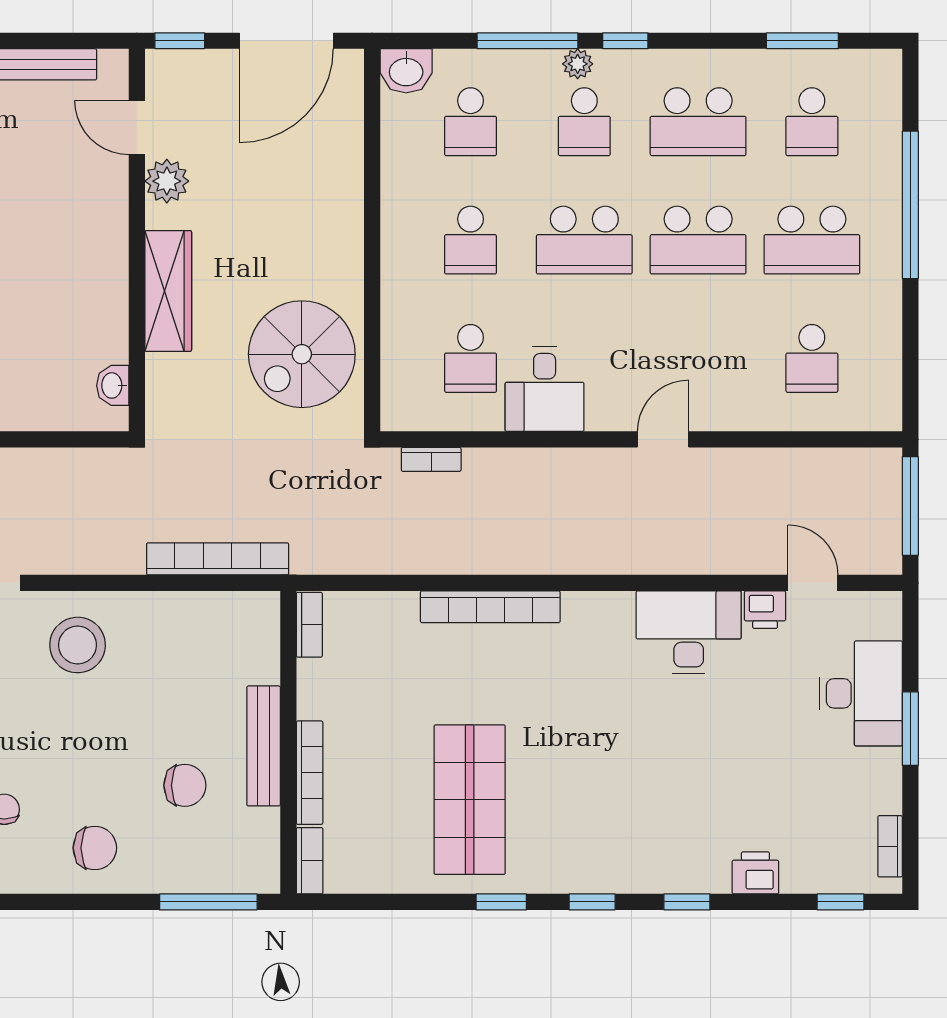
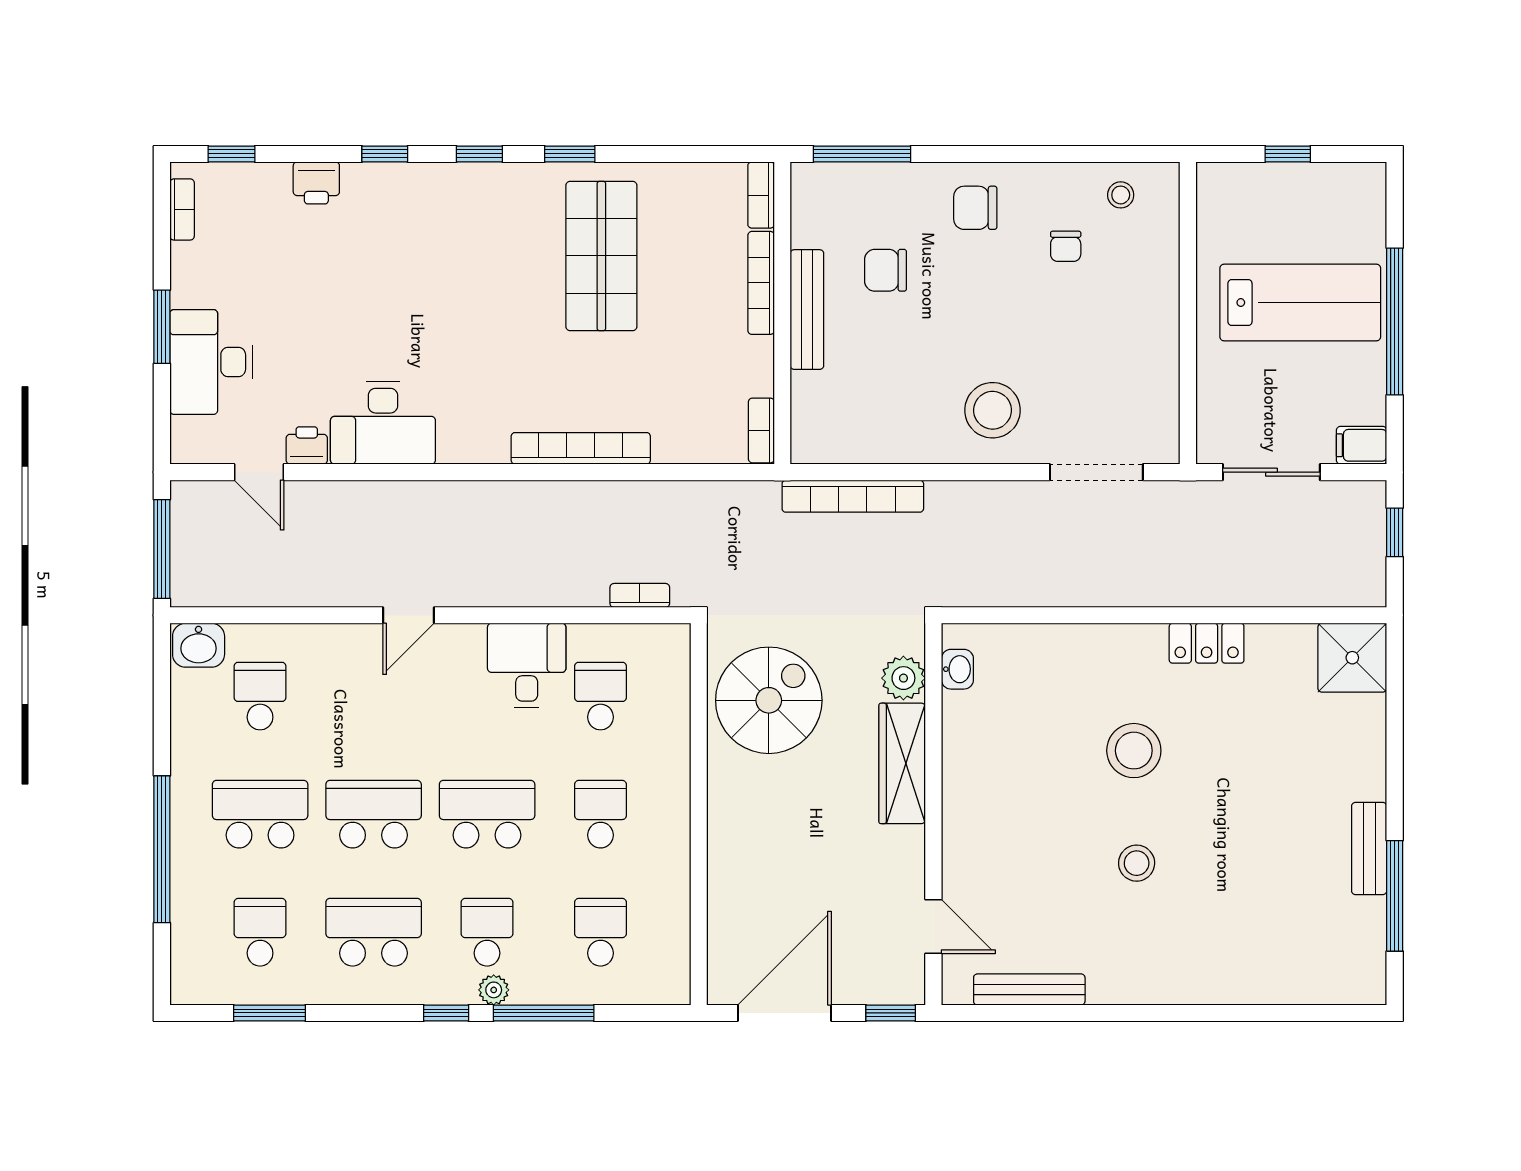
washbasin: (406, 71) -> (199, 645), moved, turned 180
plant: (167, 181) -> (903, 678), moved

